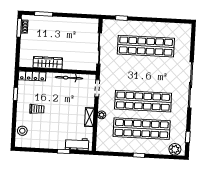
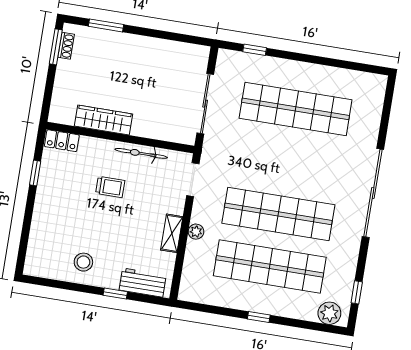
locker: (32, 76) -> (62, 141), width x0.66
trolley: (37, 109) -> (110, 187), moved
stool: (22, 131) -> (83, 262), moved

